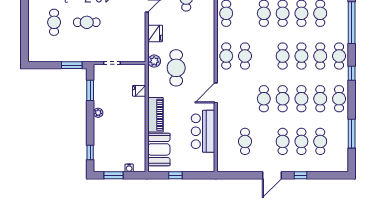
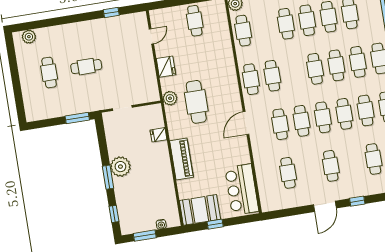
window: (90, 90) -> (108, 177), moved
plant: (98, 113) -> (120, 167), width x1.87, depth x1.87
bar counter: (203, 131) -> (242, 190), moved
cafe table: (301, 141) -> (280, 124), moved
booth: (159, 149) -> (200, 210), moved, turned 90

